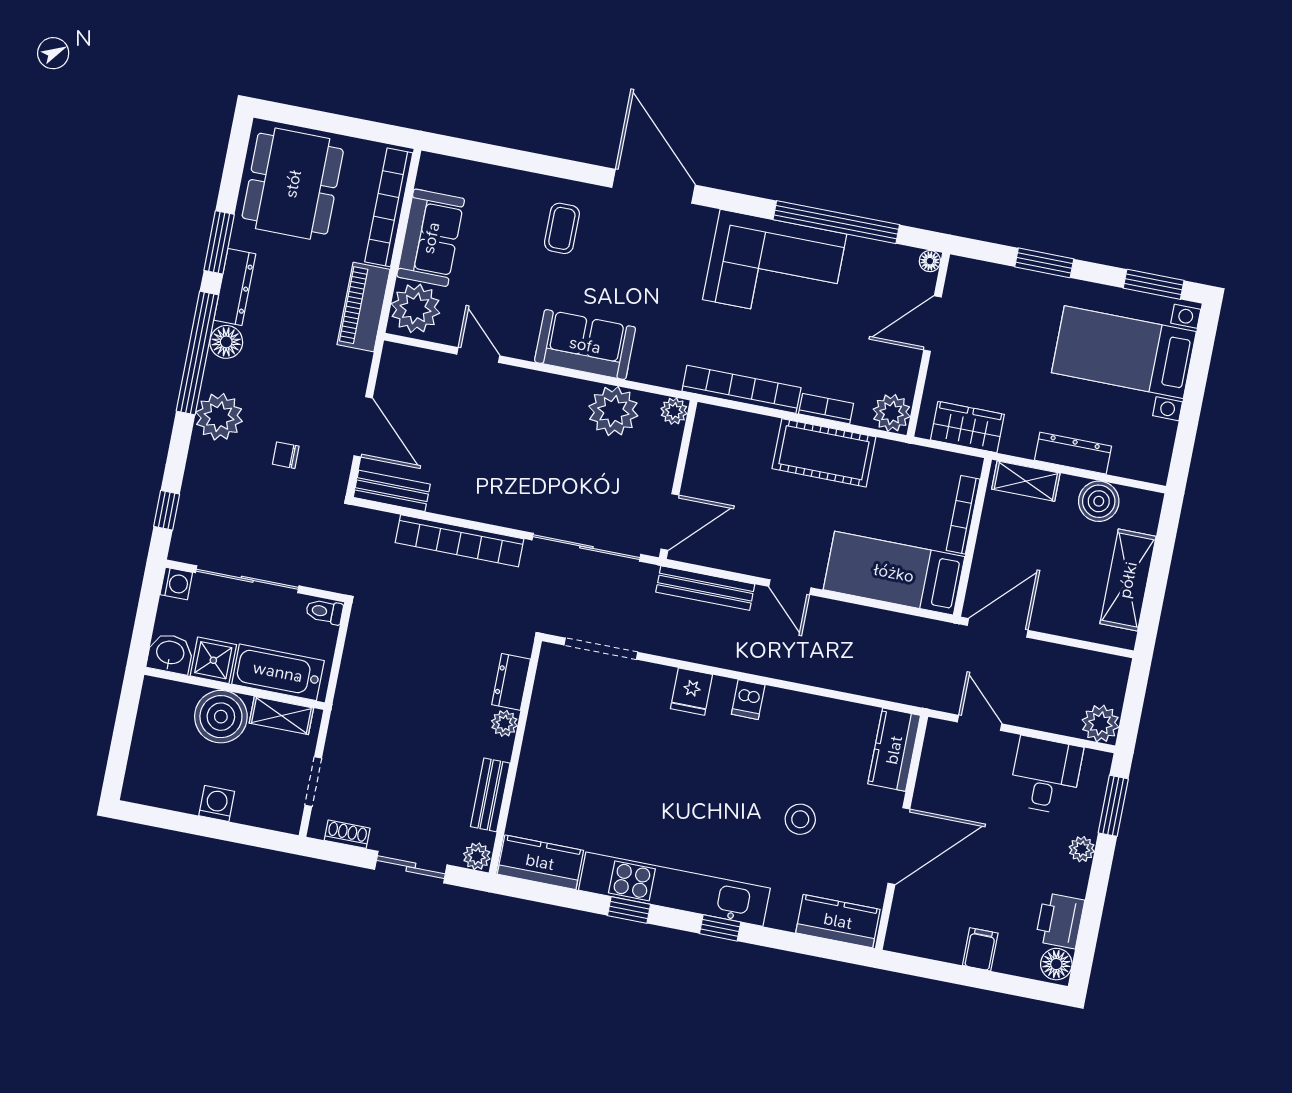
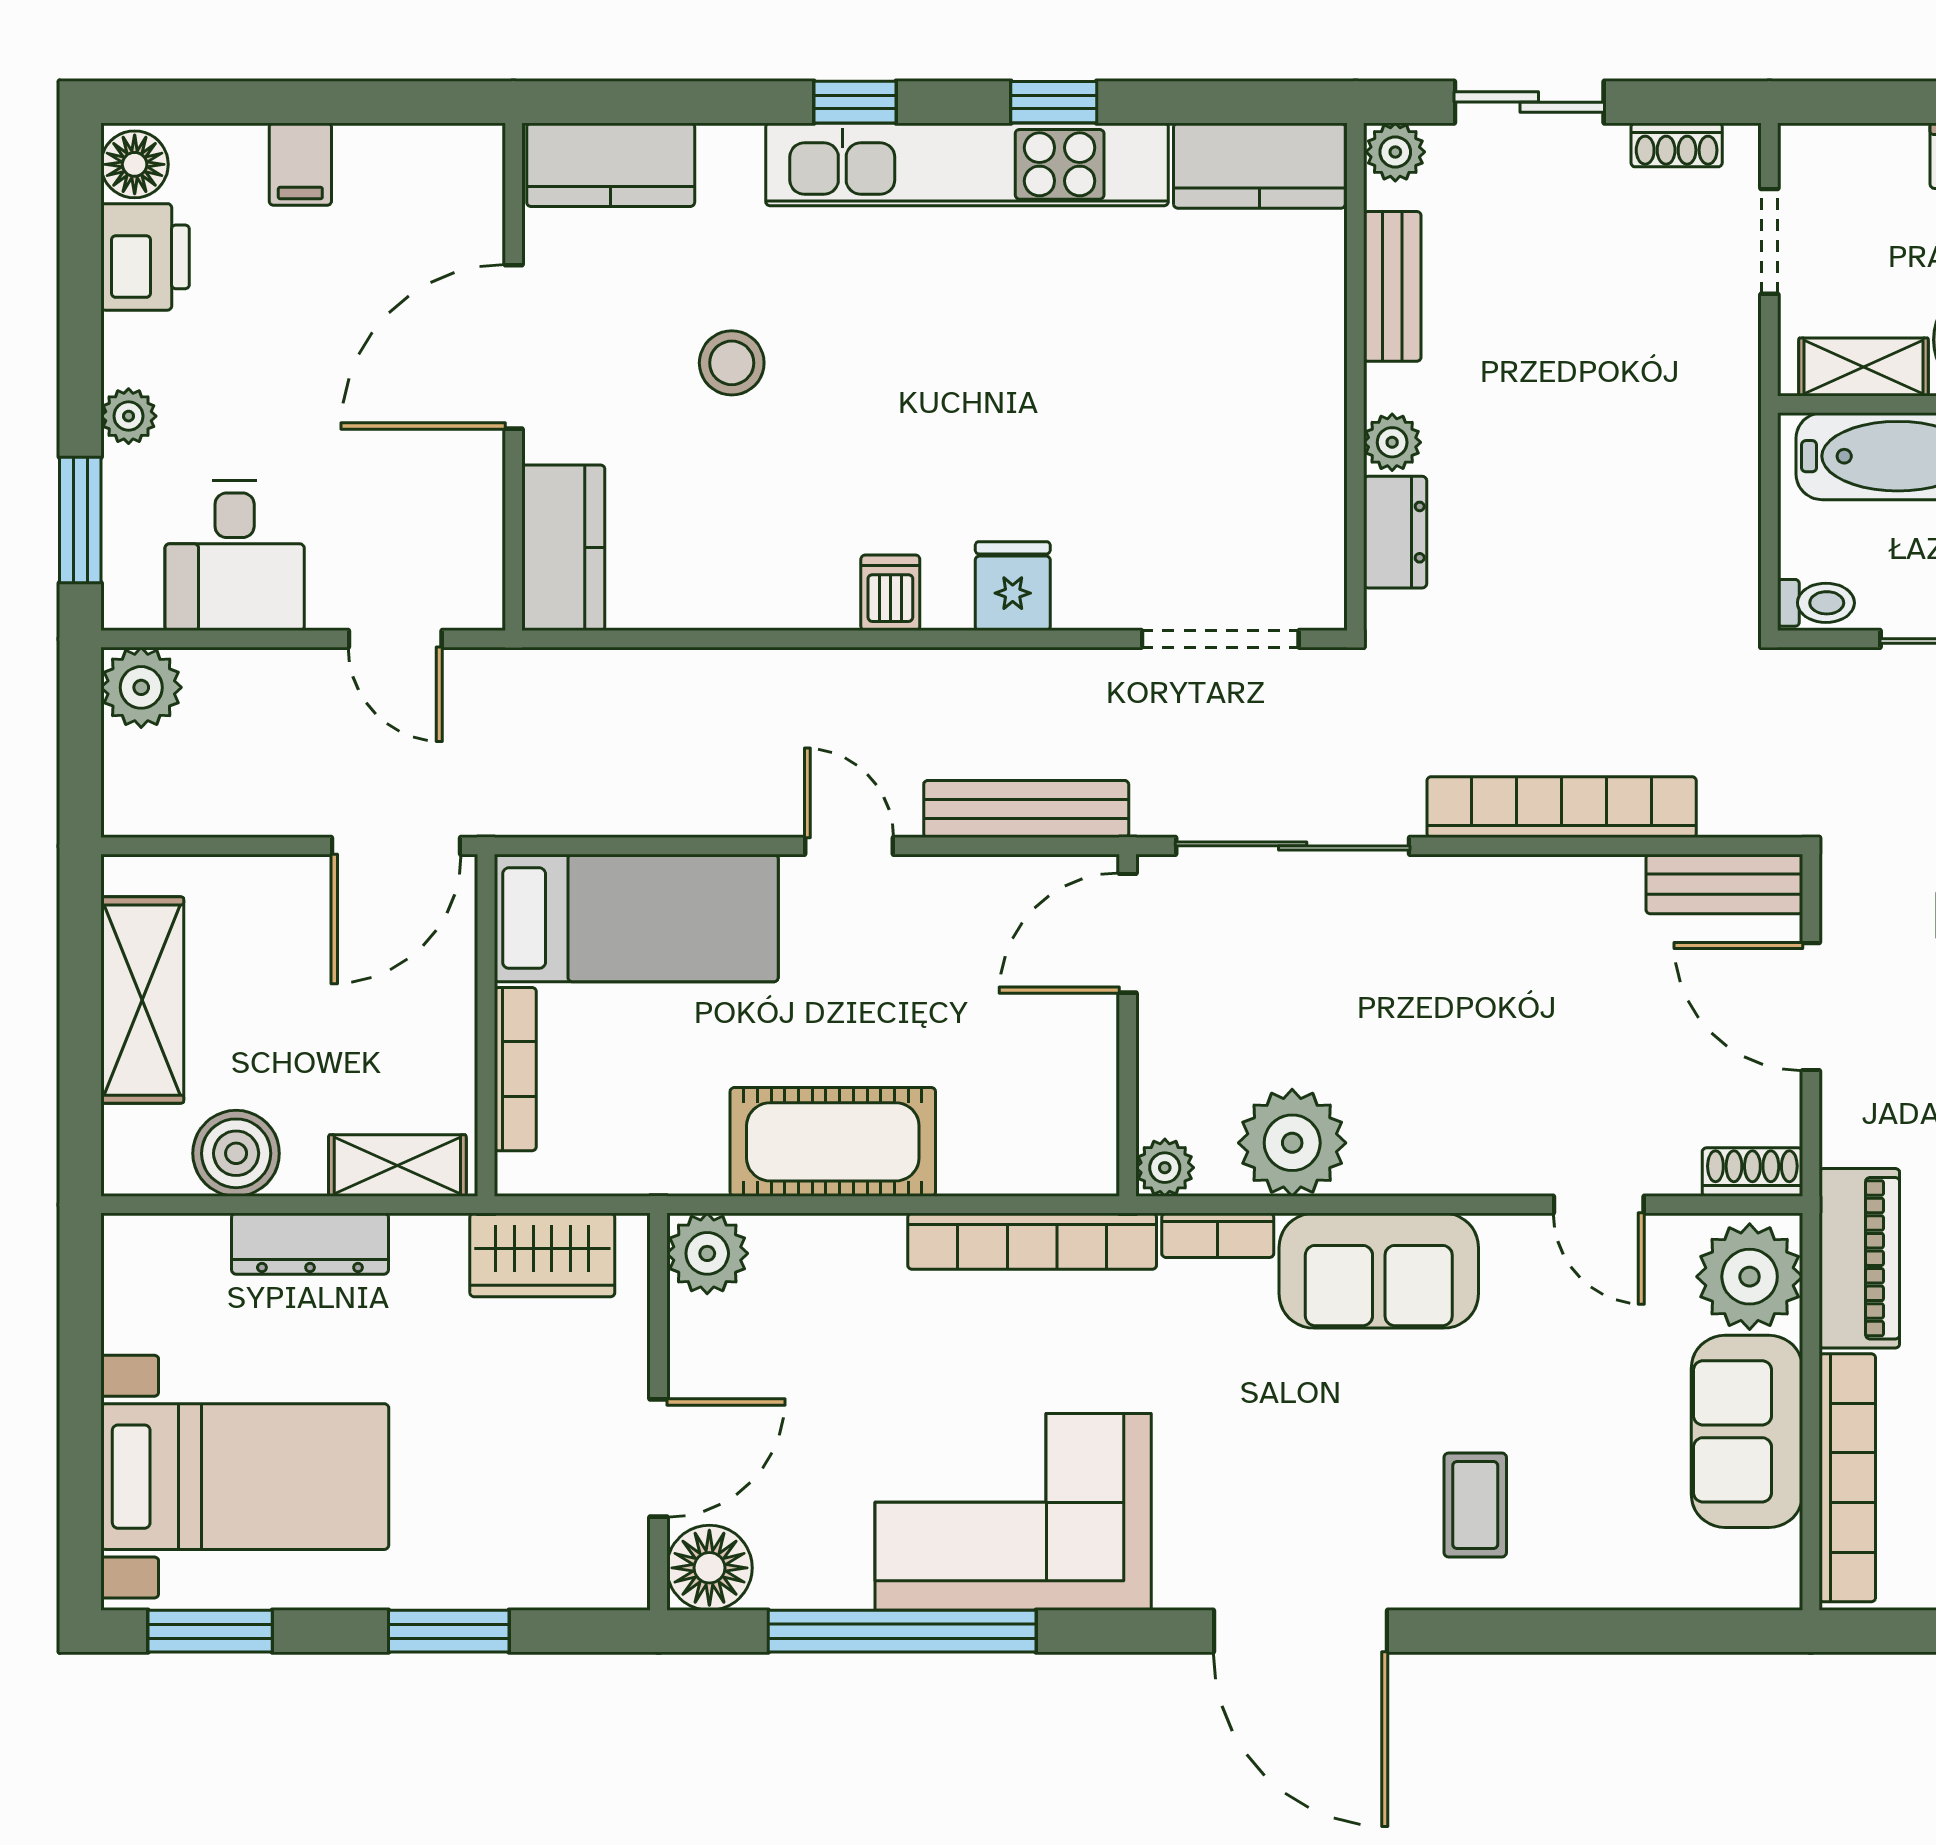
floor lamp: (930, 261) -> (709, 1568), width x1.89, depth x1.89
shoe rack: (405, 356) -> (1752, 1172), added
bookcase: (826, 409) -> (1218, 1235), moved

